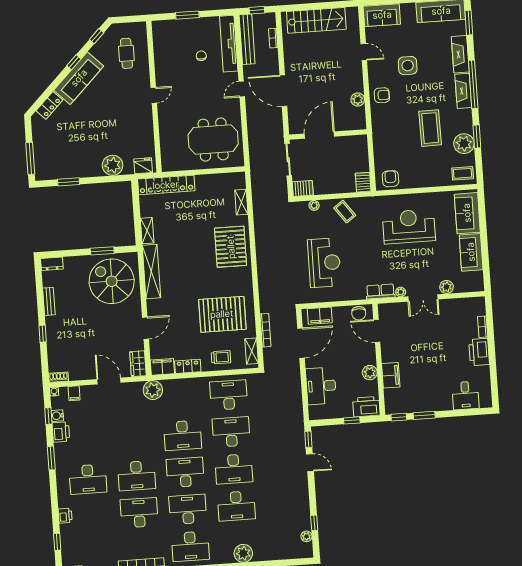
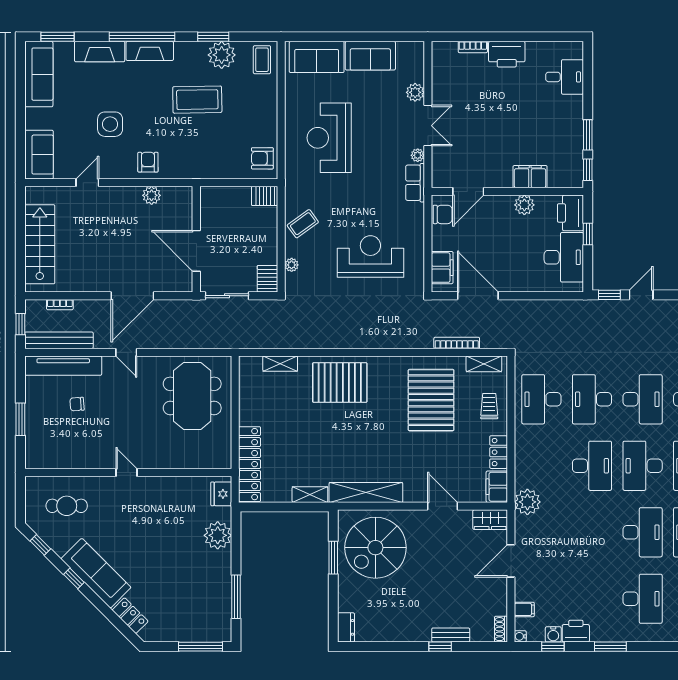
window: (69, 182) -> (236, 597), width x1.44
bench: (49, 301) -> (451, 635), moved
desk: (321, 386) -> (564, 257), moved, turned -90

